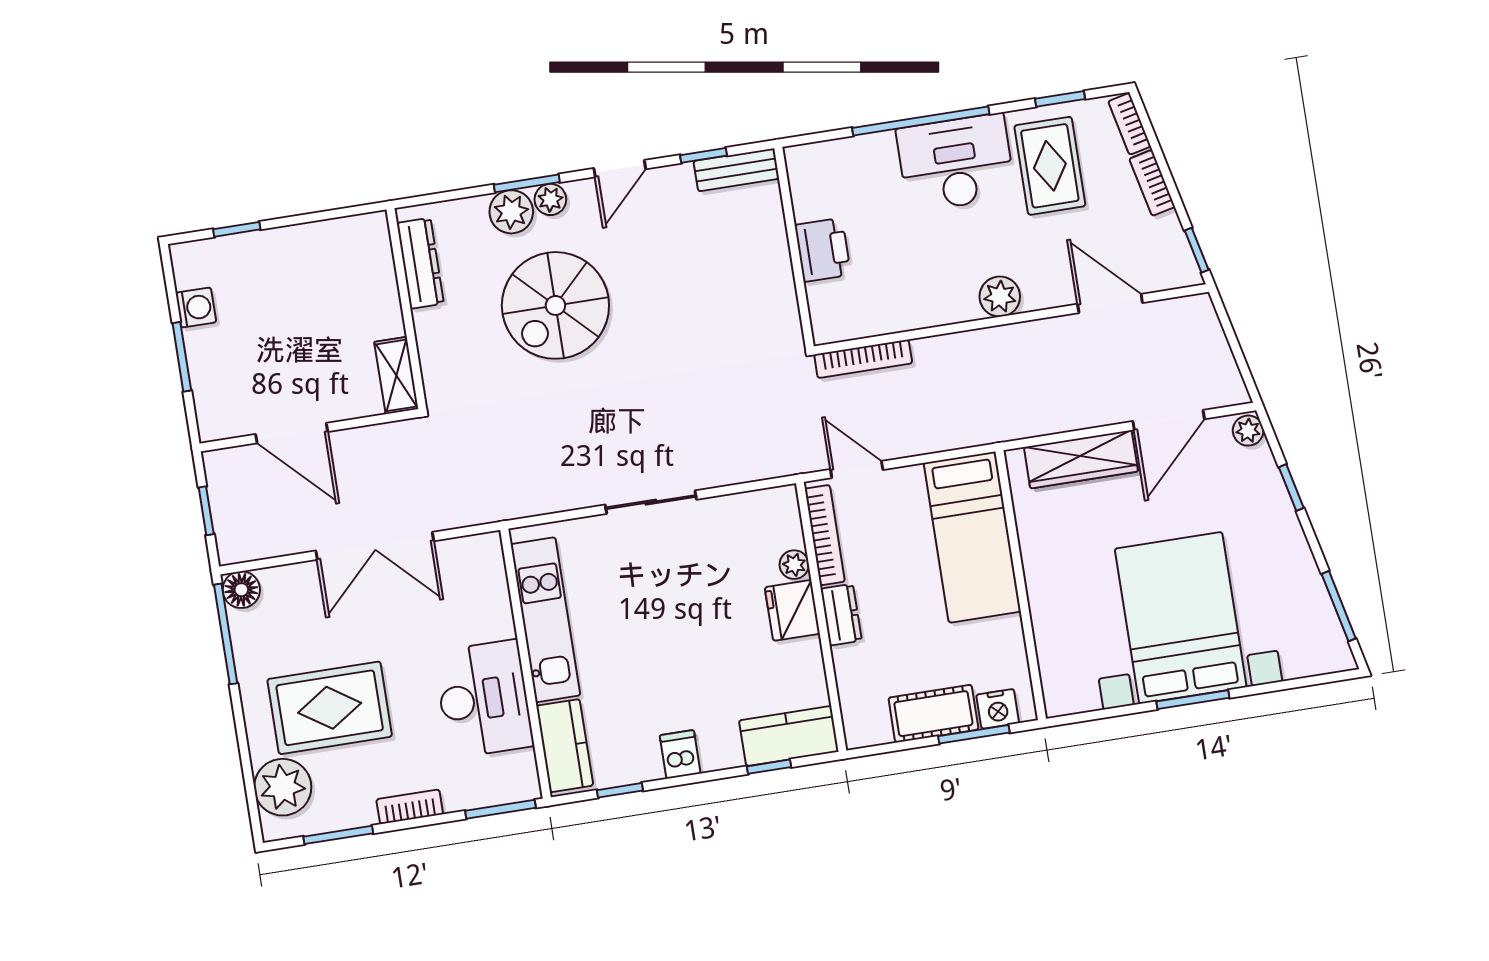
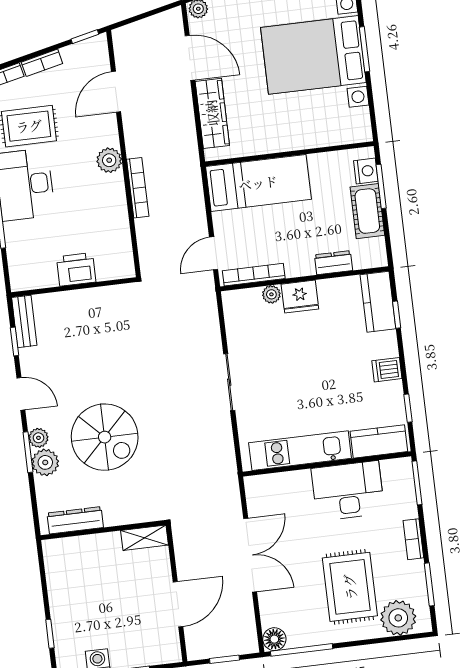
bookcase: (863, 359) -> (138, 188), moved
dresser: (841, 615) -> (334, 263), moved

